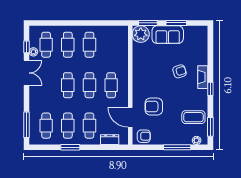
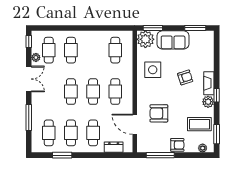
window: (176, 23) -> (195, 28), moved
cafe table: (89, 45) -> (115, 50), moved
window: (27, 47) -> (29, 41), moved
side table: (148, 64) -> (153, 70), added
plant: (202, 95) -> (208, 102), added
window: (27, 125) -> (29, 117), moved
armchair: (144, 136) -> (177, 145), moved
window: (70, 147) -> (62, 155), moved
window: (177, 147) -> (160, 155), moved

